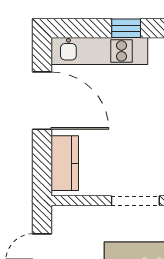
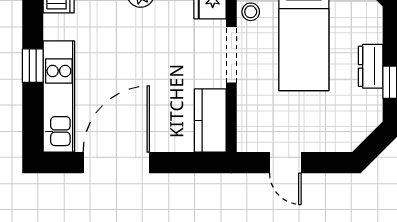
kitchen counter: (65, 163) -> (210, 121), moved, turned -90

